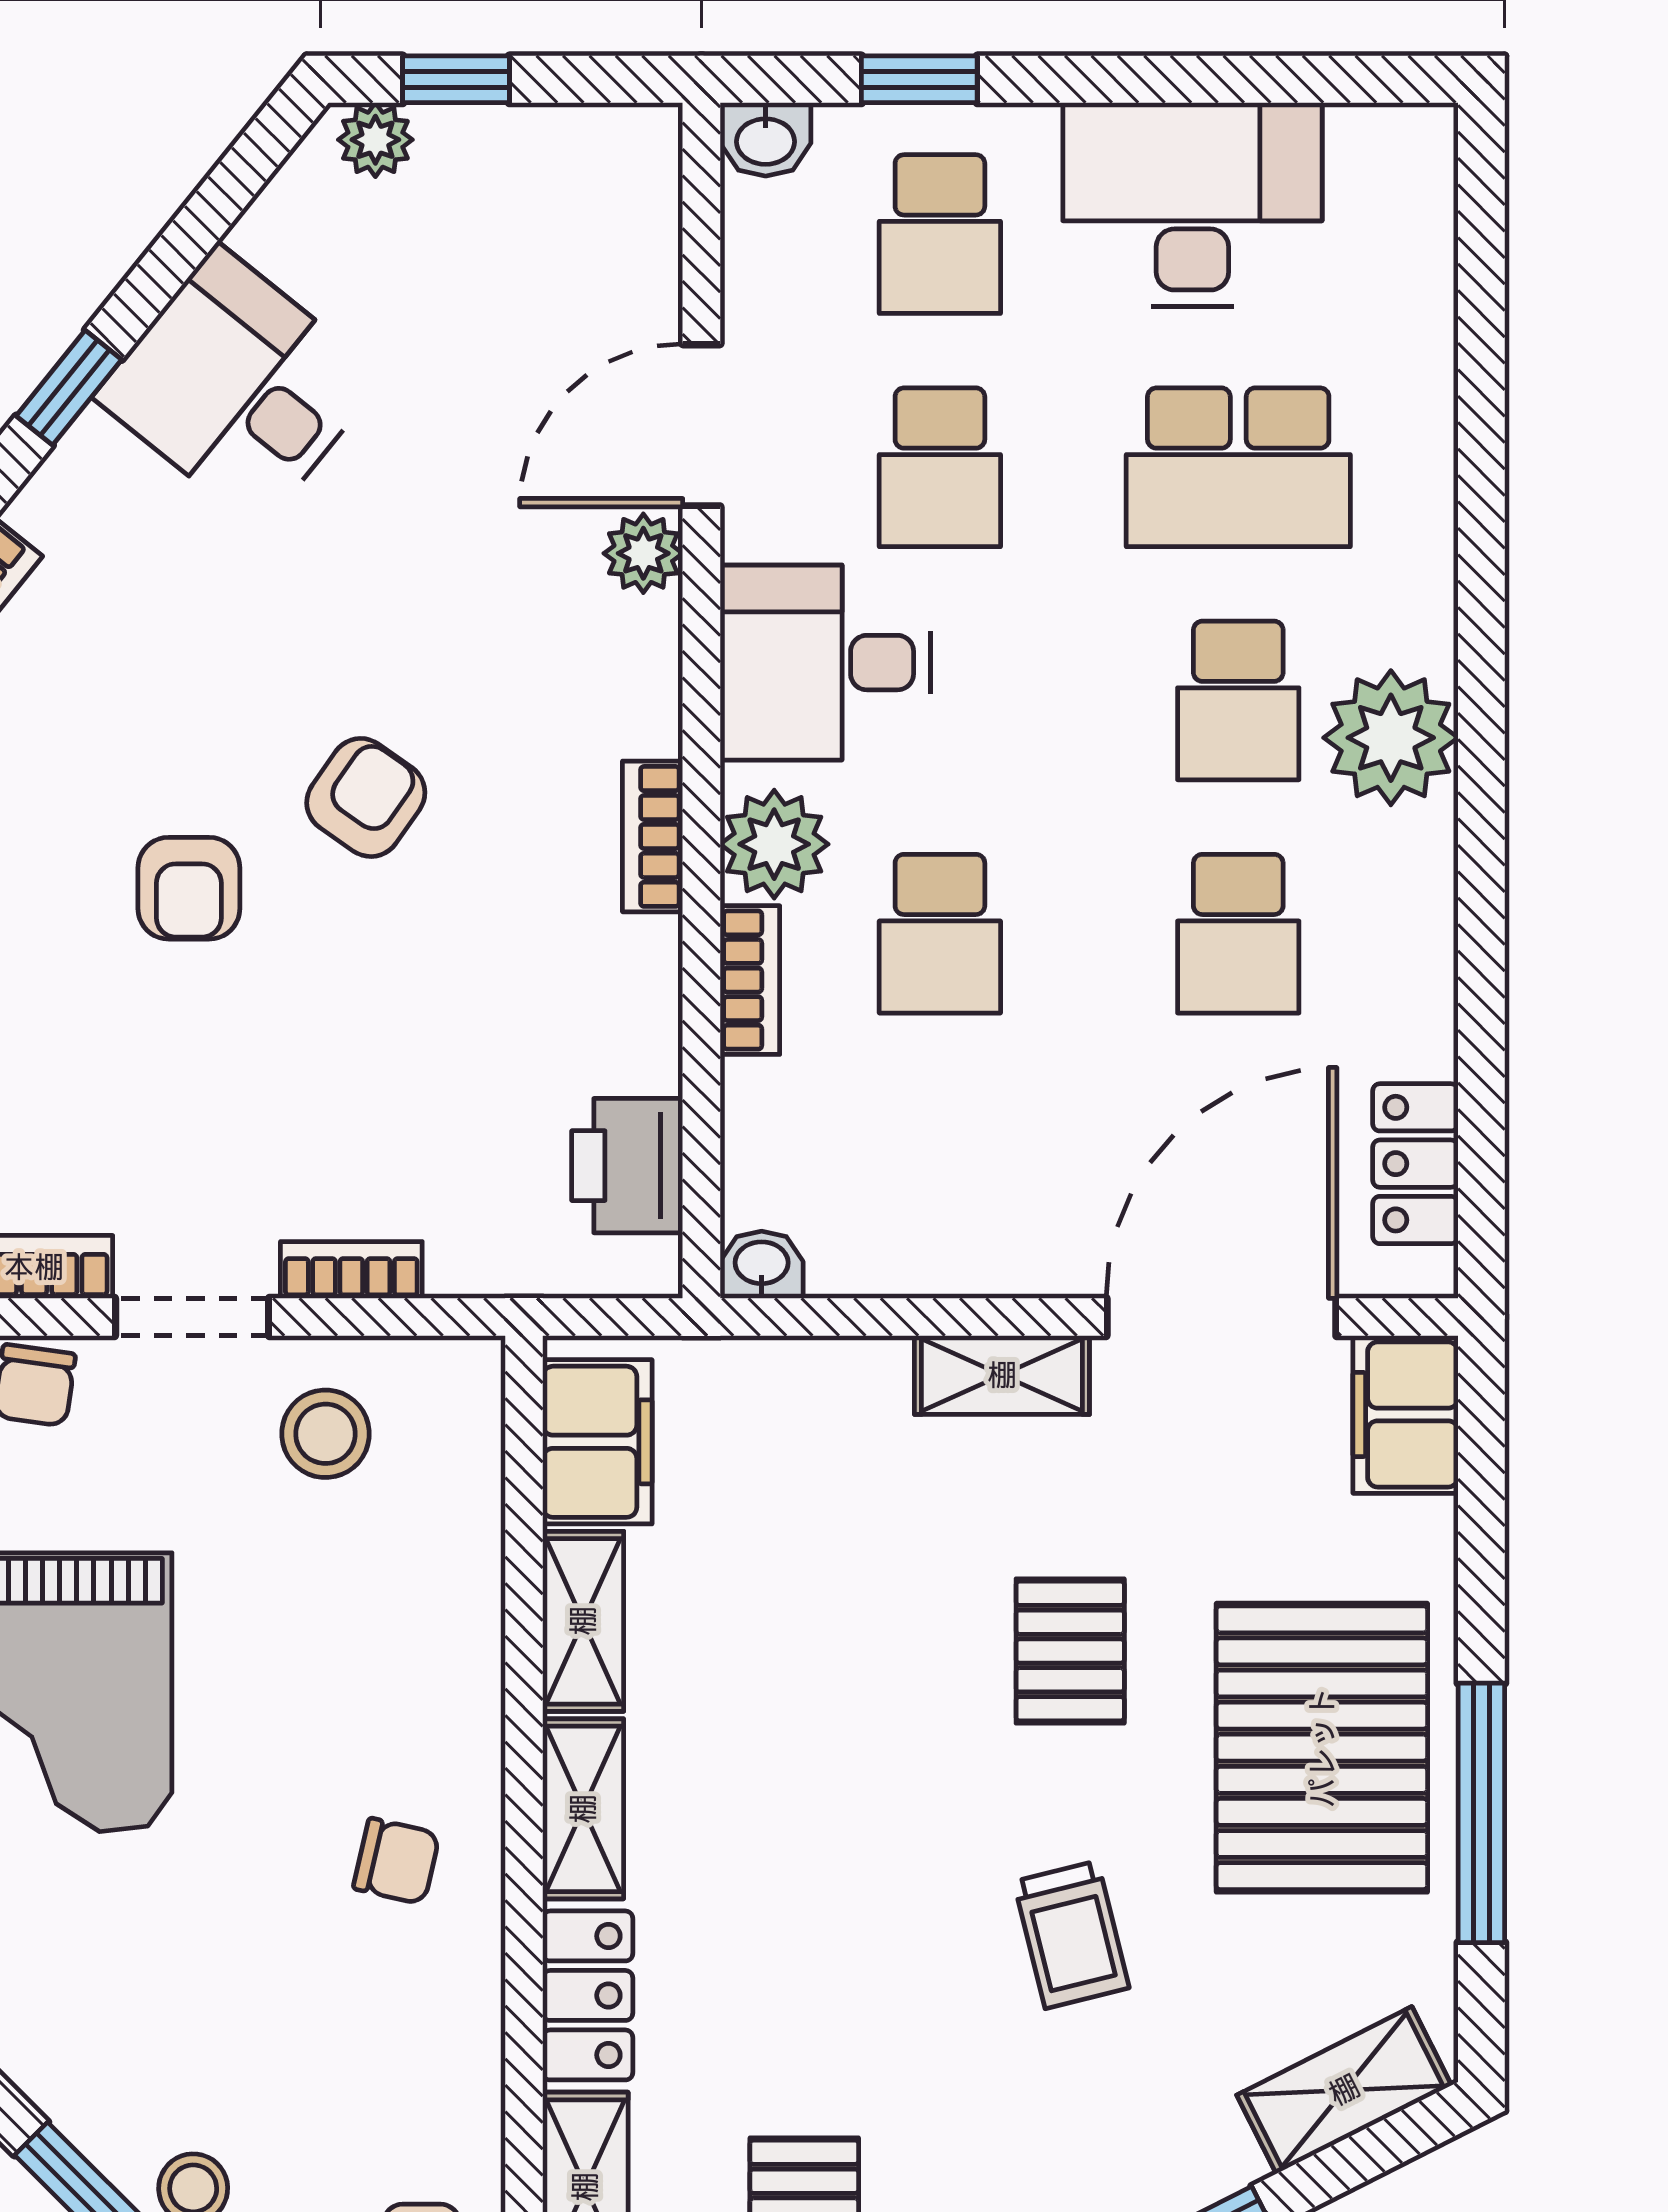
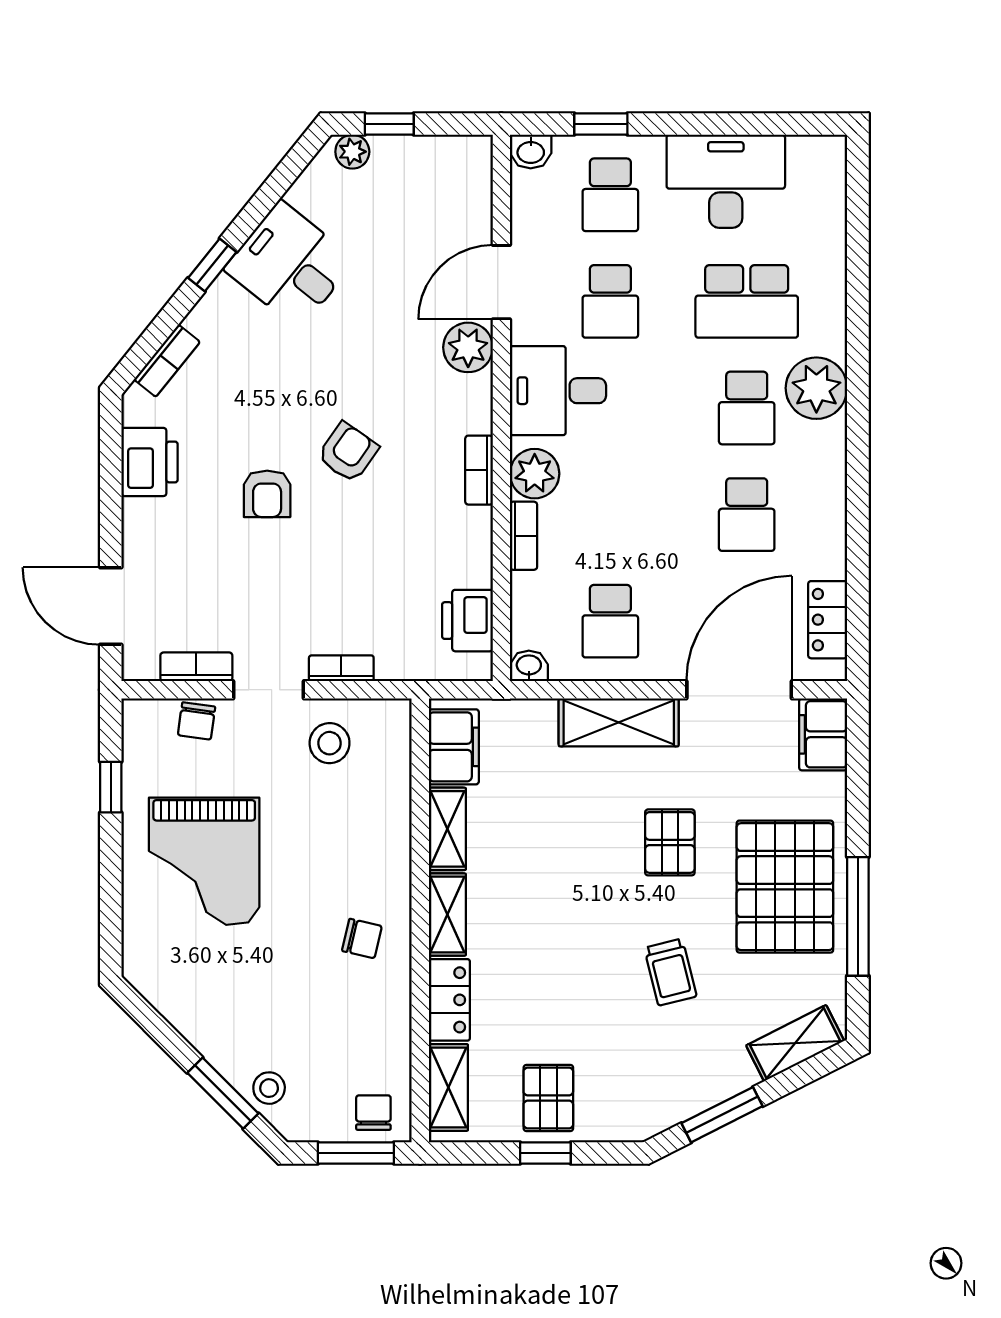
plant: (643, 553) -> (468, 347), width x1.38, depth x1.38
plant: (1391, 738) -> (816, 388), moved
school desk: (940, 934) -> (610, 621), moved
shelving: (1002, 1375) -> (619, 722), width x1.50, depth x1.33

